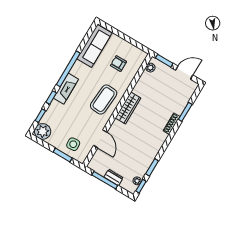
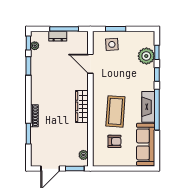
fireplace: (66, 89) -> (148, 107), moved
coffee table: (104, 99) -> (115, 111), moved
plant: (43, 131) -> (146, 56), moved

